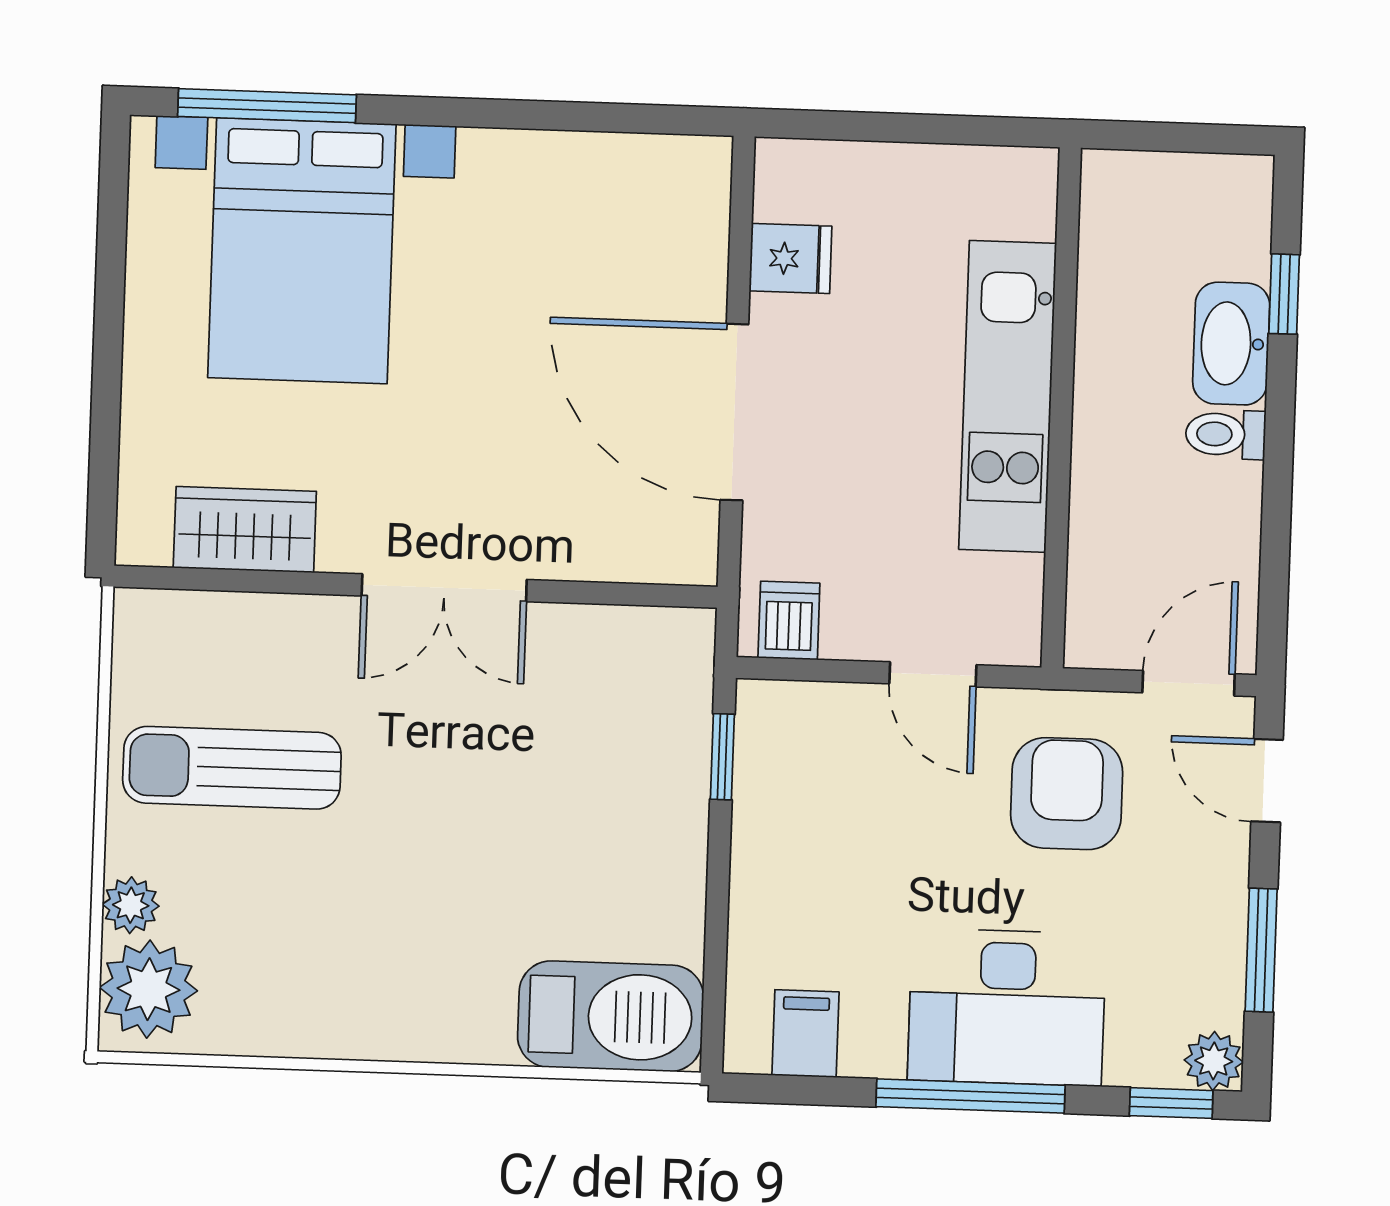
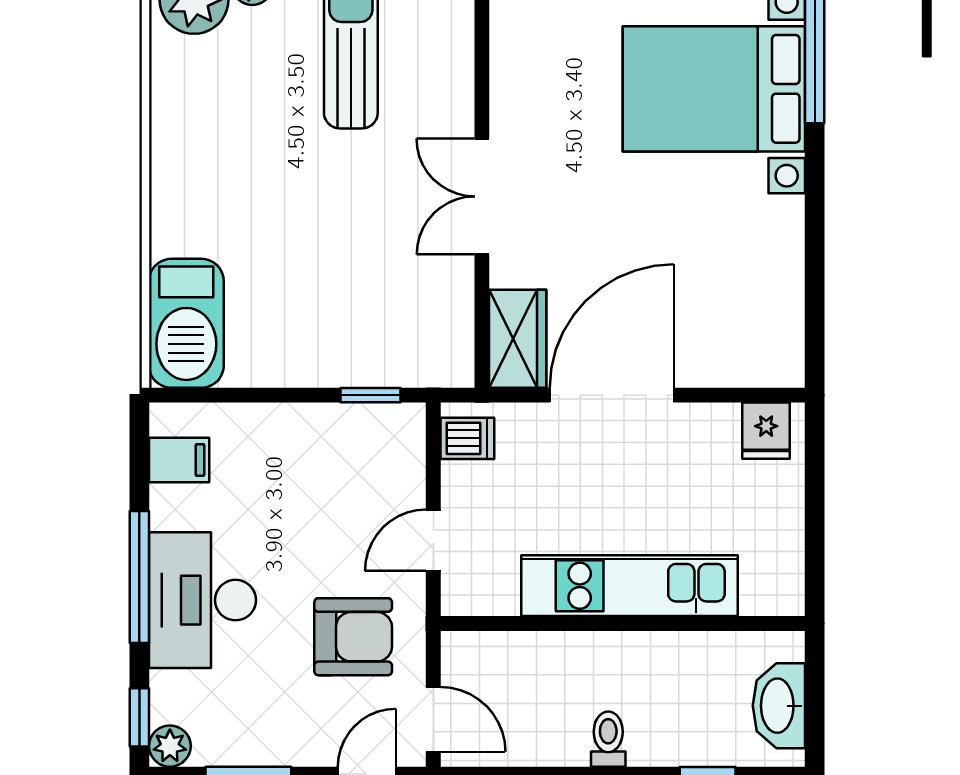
fridge: (790, 258) -> (766, 431), moved
washbasin: (1231, 344) -> (779, 706), moved, turned -90
wardrobe: (245, 530) -> (518, 339), moved

